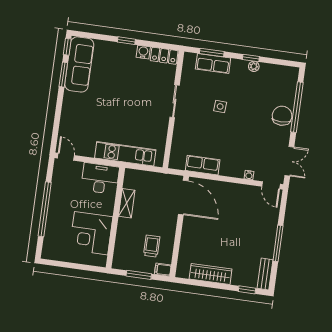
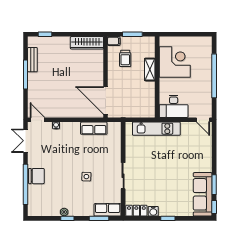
row of seats: (213, 64) -> (108, 210), moved
chair: (282, 116) -> (36, 176), turned -90
shelving: (127, 203) -> (150, 70), moved
wardrobe: (211, 274) -> (87, 43), moved
bench: (265, 274) -> (32, 60), moved

